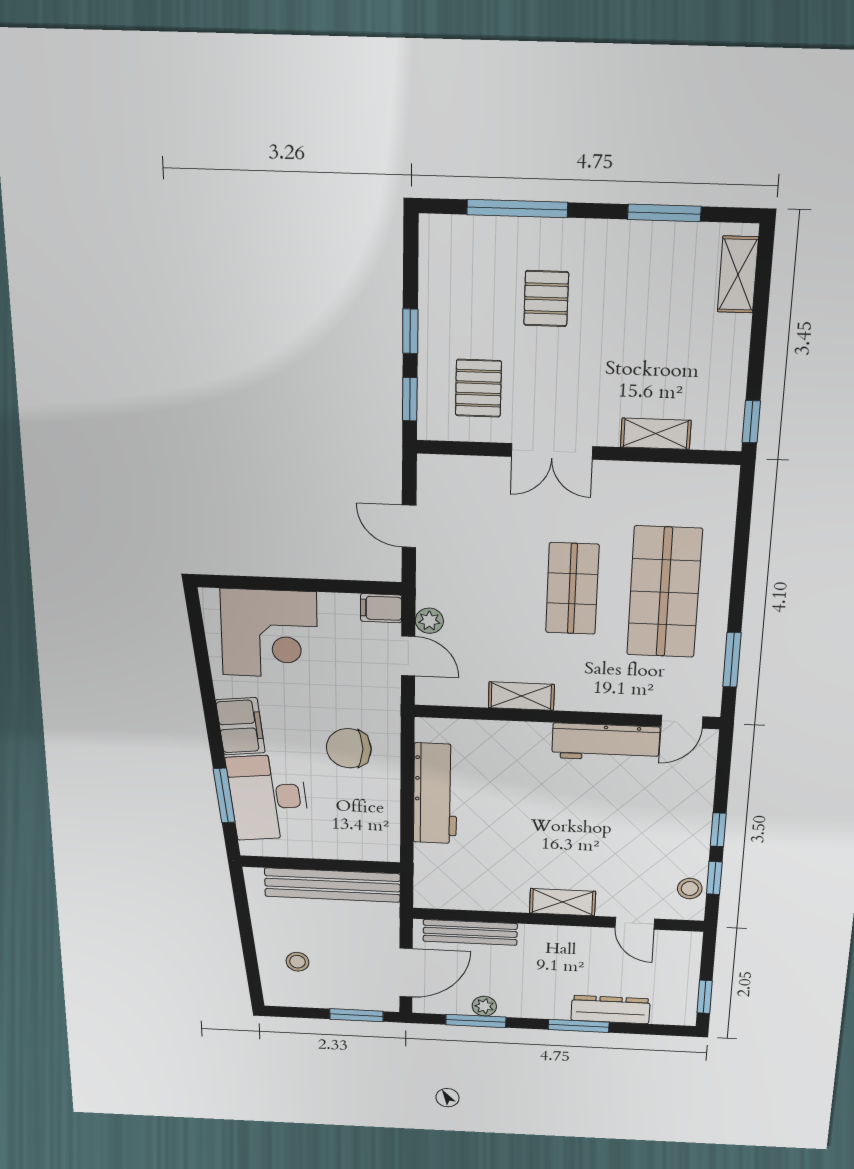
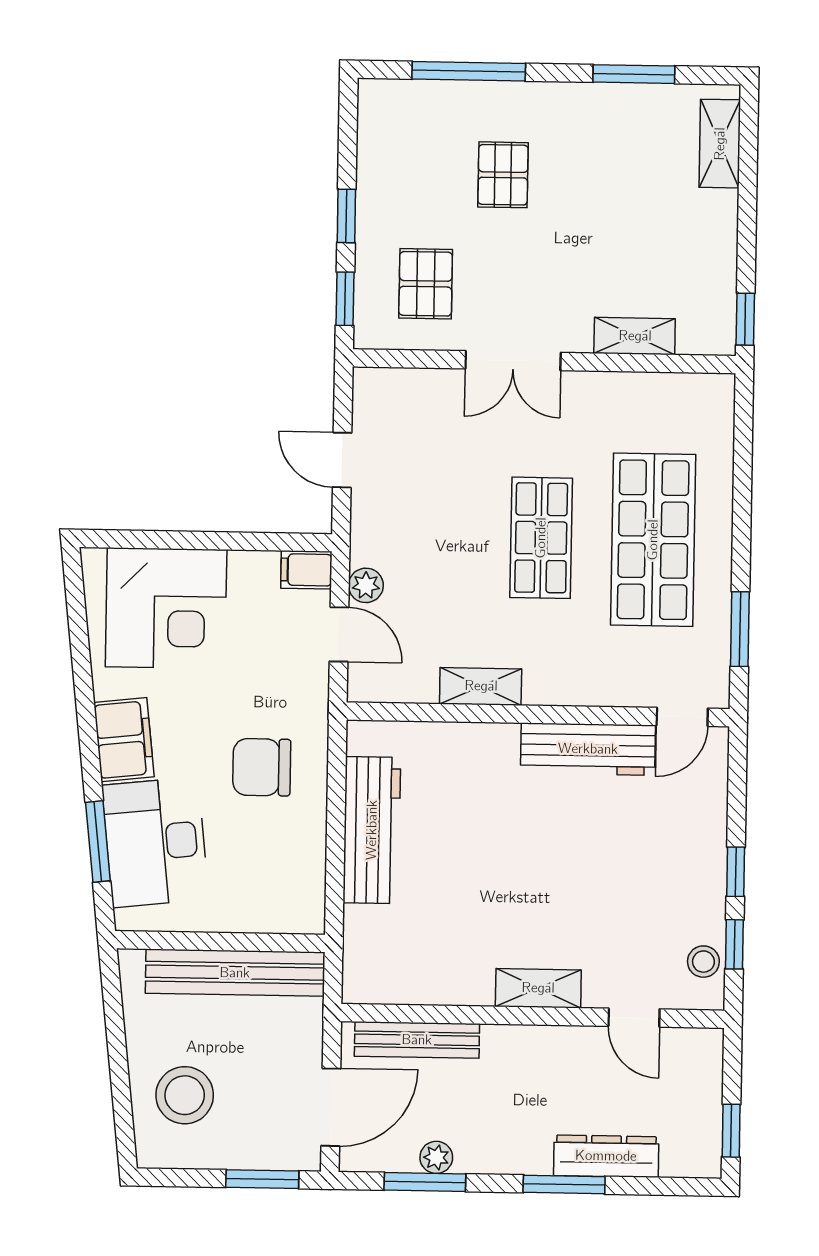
stool: (297, 962) -> (185, 1095), width x1.89, depth x1.89

